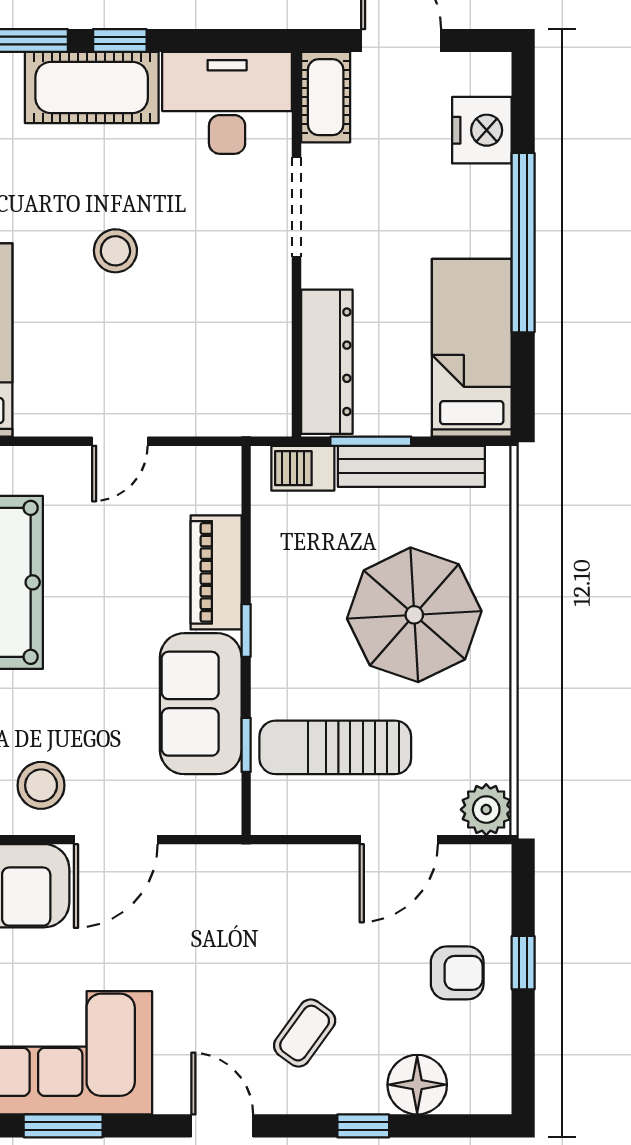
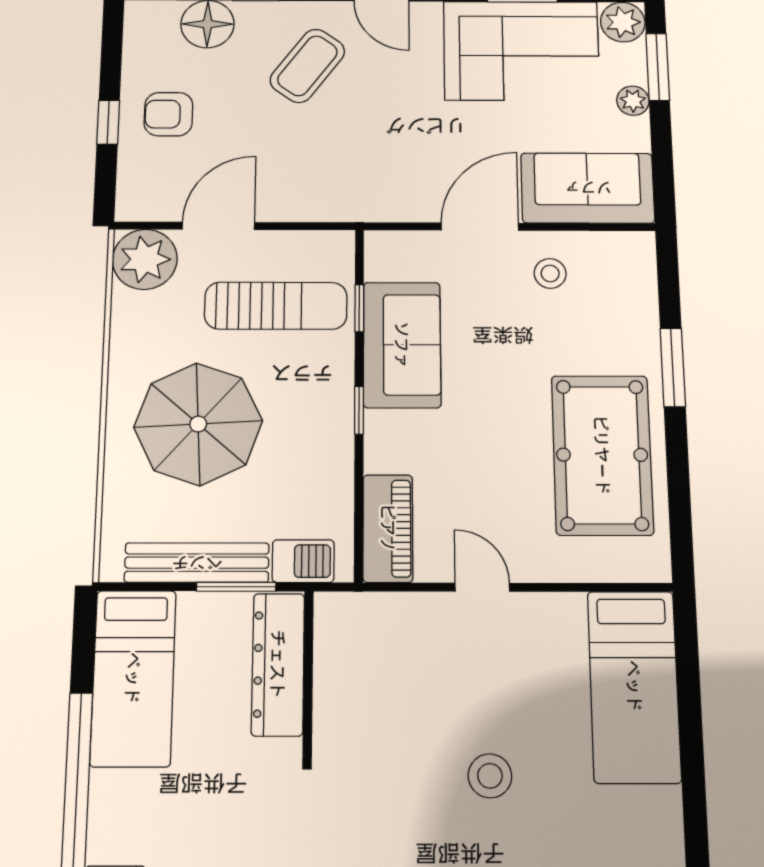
door: (120, 441) -> (482, 587), hinge flipped
piano: (216, 572) -> (388, 528), moved
stool: (41, 785) -> (550, 273), width x0.73, depth x0.73
plant: (486, 810) -> (145, 259), width x1.36, depth x1.36
coffee table: (305, 1033) -> (307, 66), width x1.36, depth x1.30

